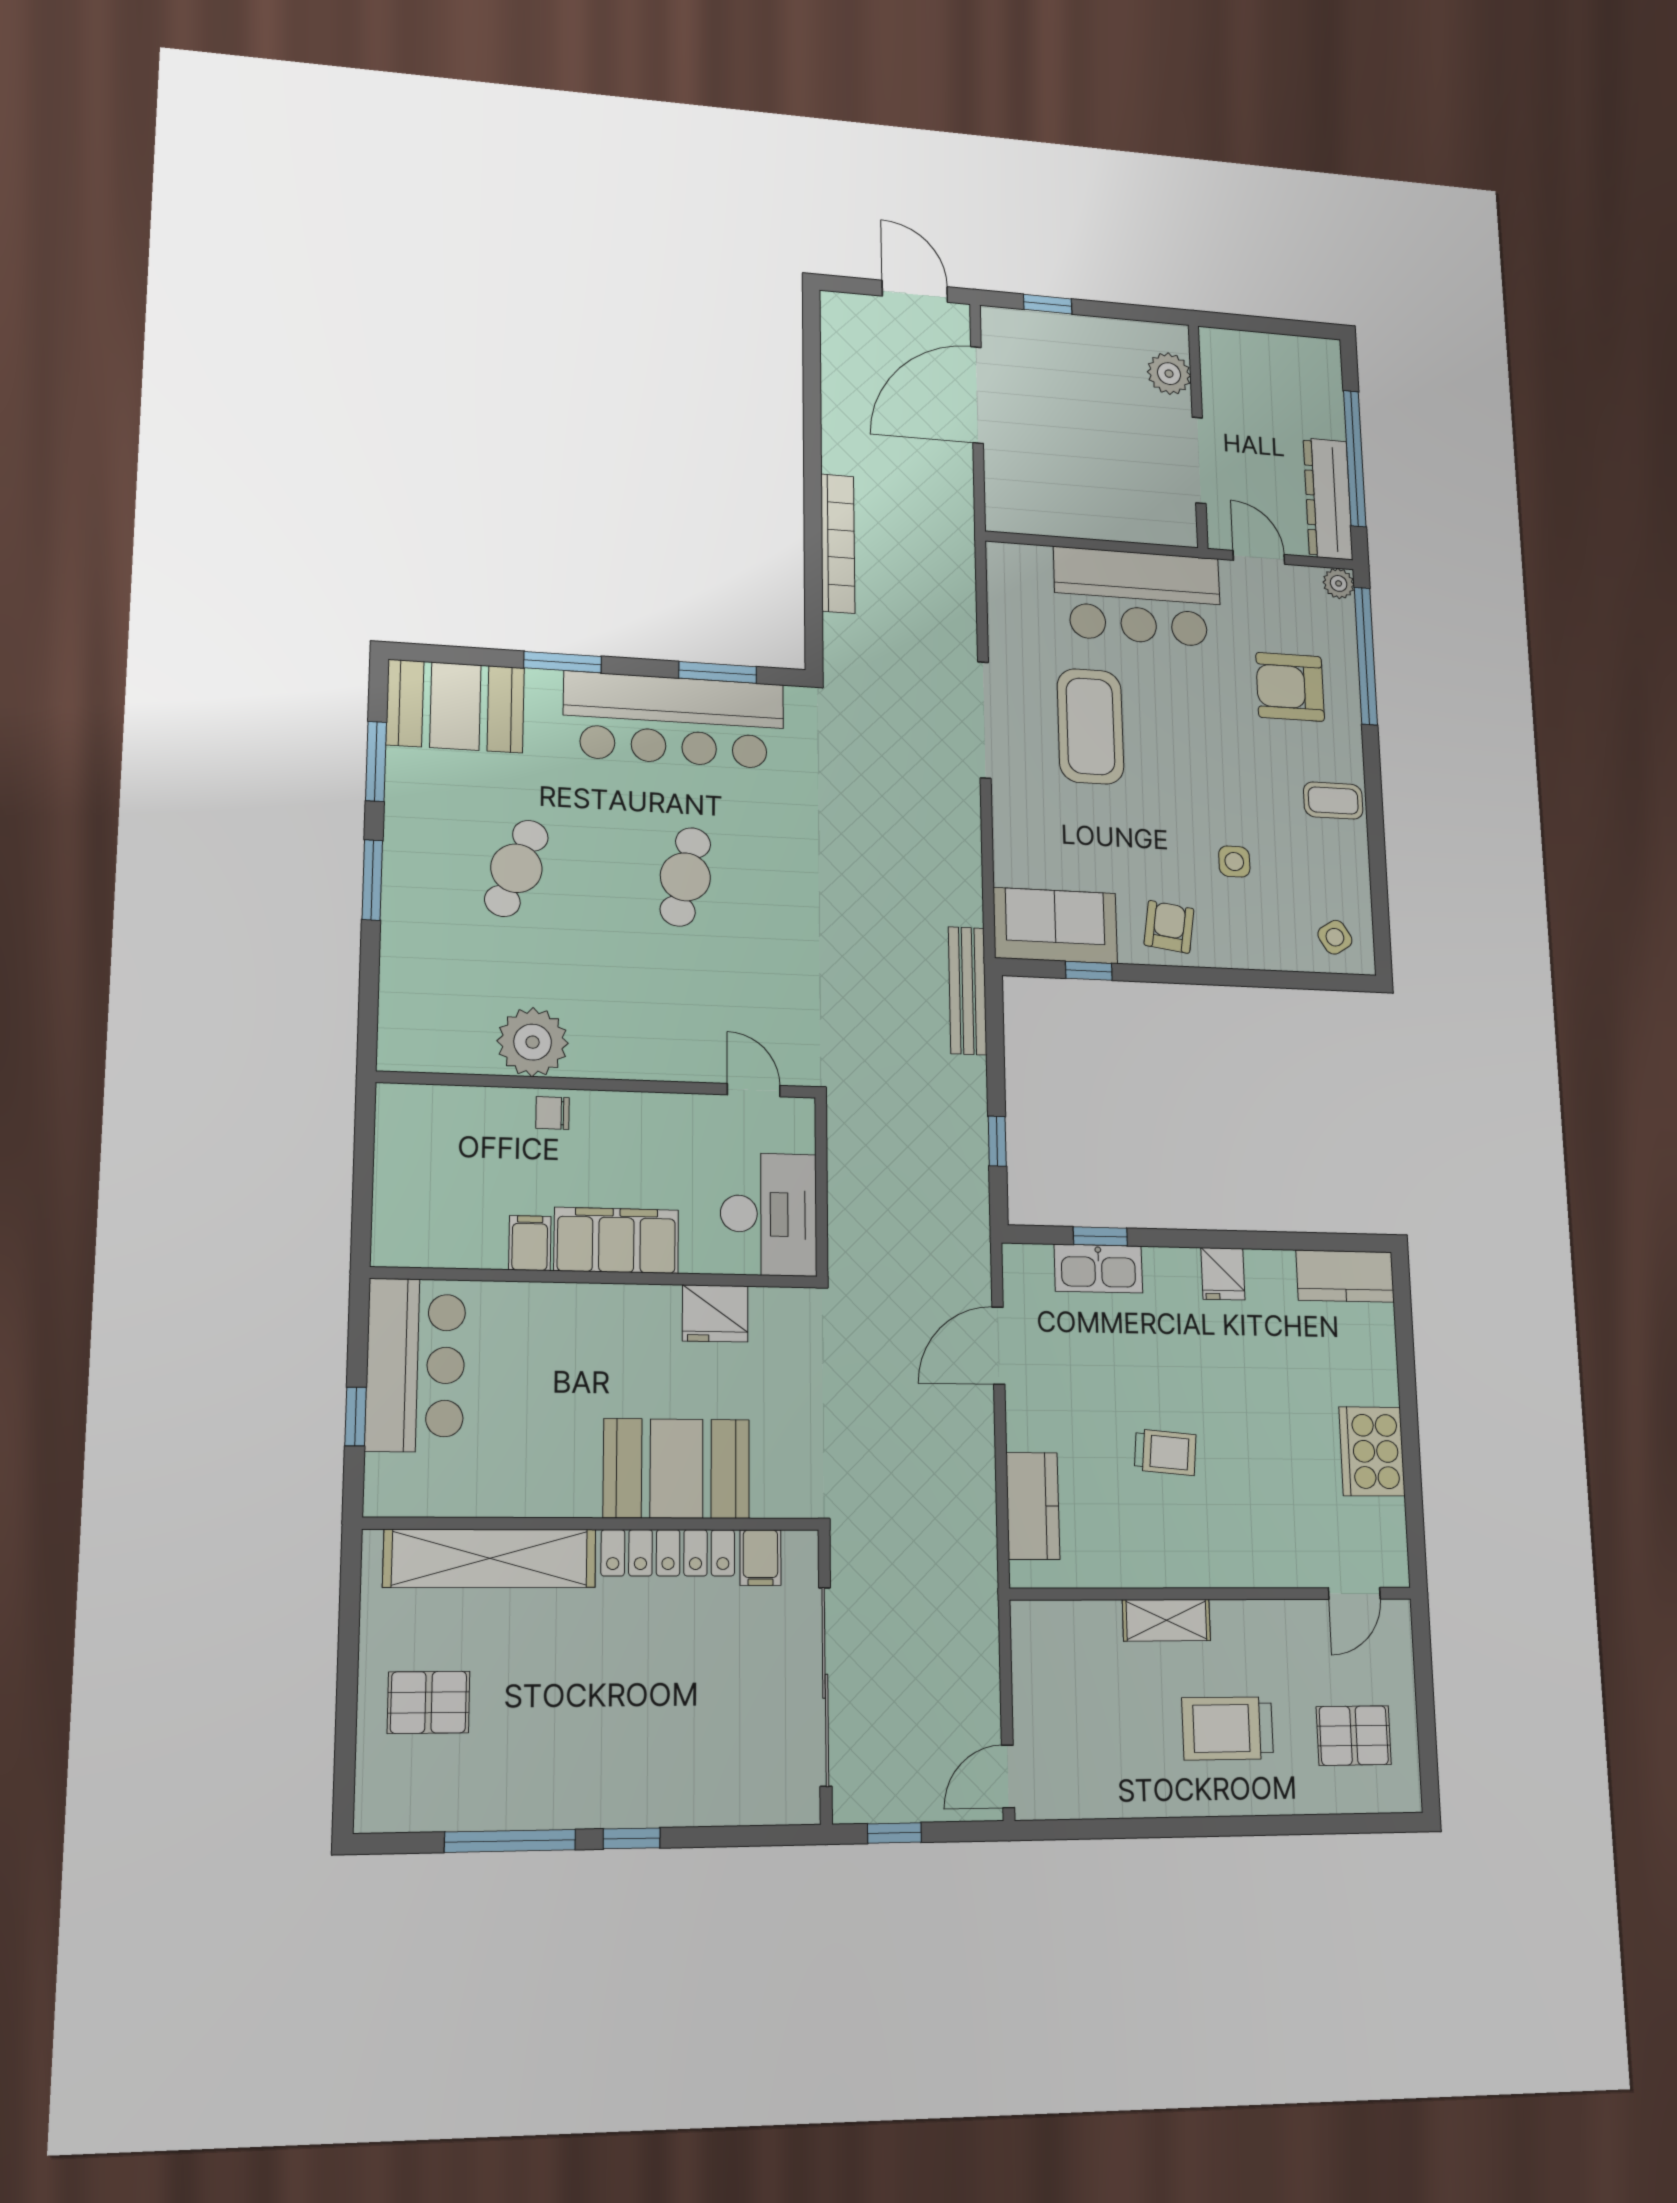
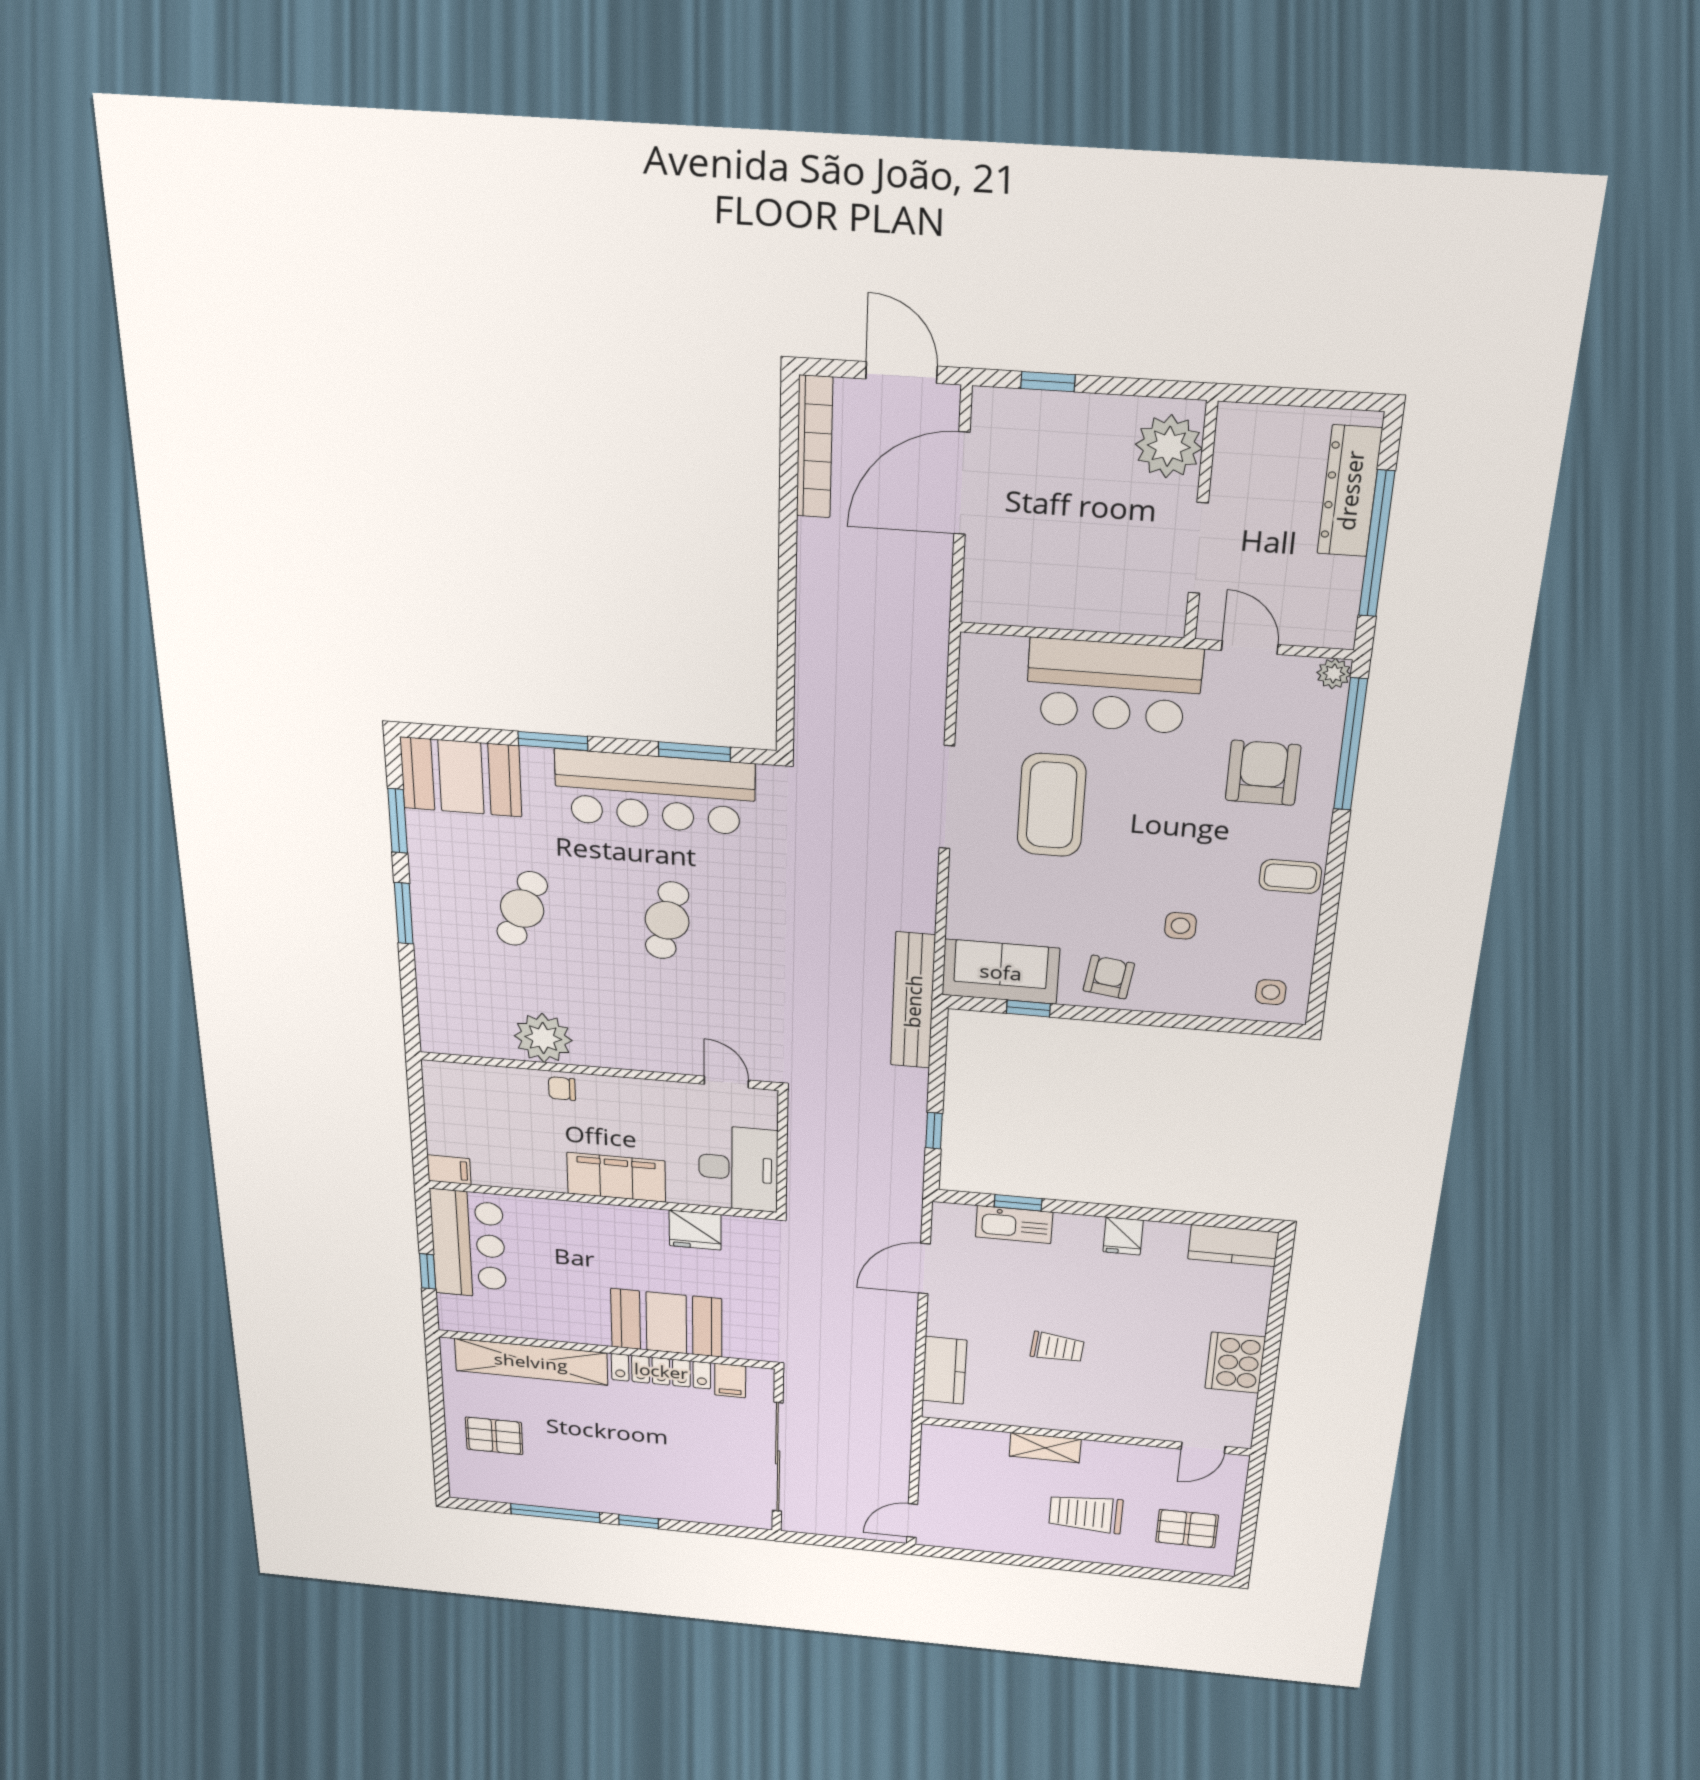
plant: (1169, 374) -> (1169, 446), width x1.36, depth x1.36
dresser: (1328, 499) -> (1350, 491), moved
bookcase: (838, 543) -> (814, 447), moved
armchair: (1290, 687) -> (1263, 773), turned 90
side table: (1335, 937) -> (1271, 992), turned 32
bench: (968, 991) -> (913, 1001), width x1.37, depth x1.21
filing cabinet: (530, 1243) -> (449, 1170), moved, turned 90
window: (894, 1833) -> (826, 1541), removed

